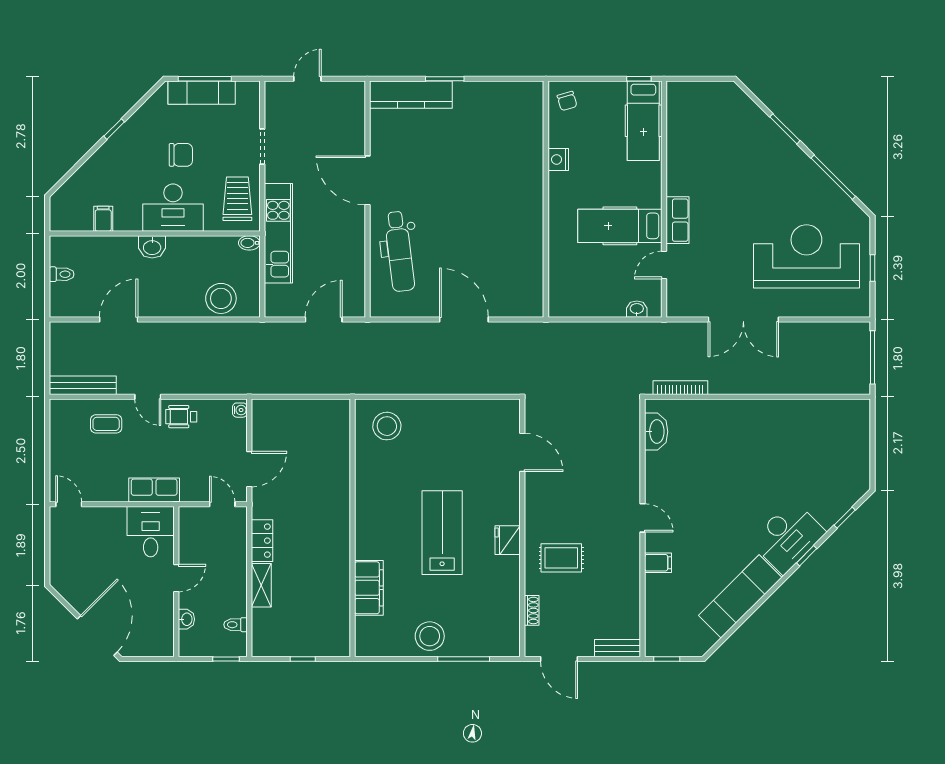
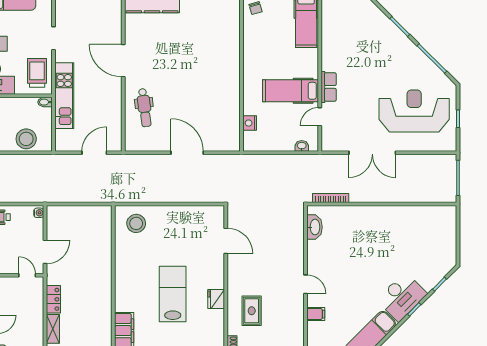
nightstand: (558, 159) -> (250, 123), moved
dental chair: (399, 251) -> (144, 108), width x0.73, depth x0.72
rug: (561, 558) -> (252, 311), turned 90

